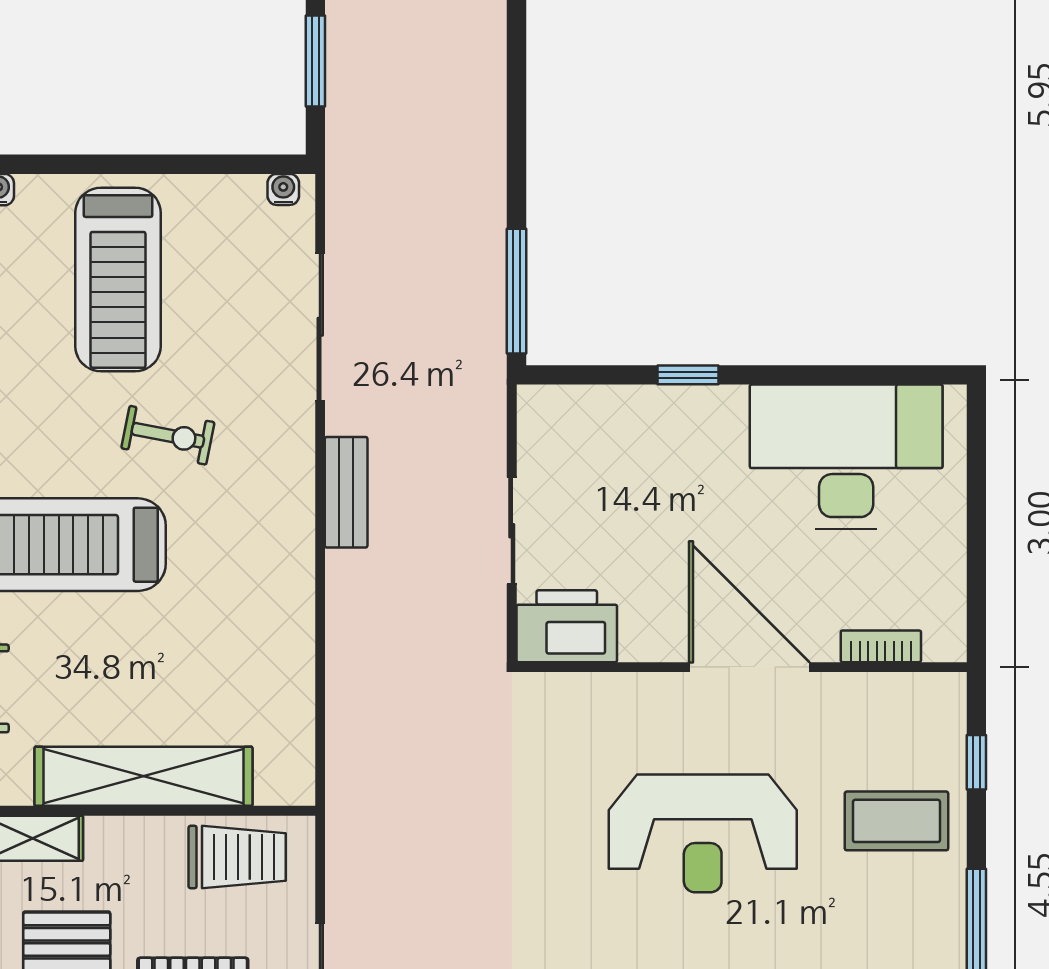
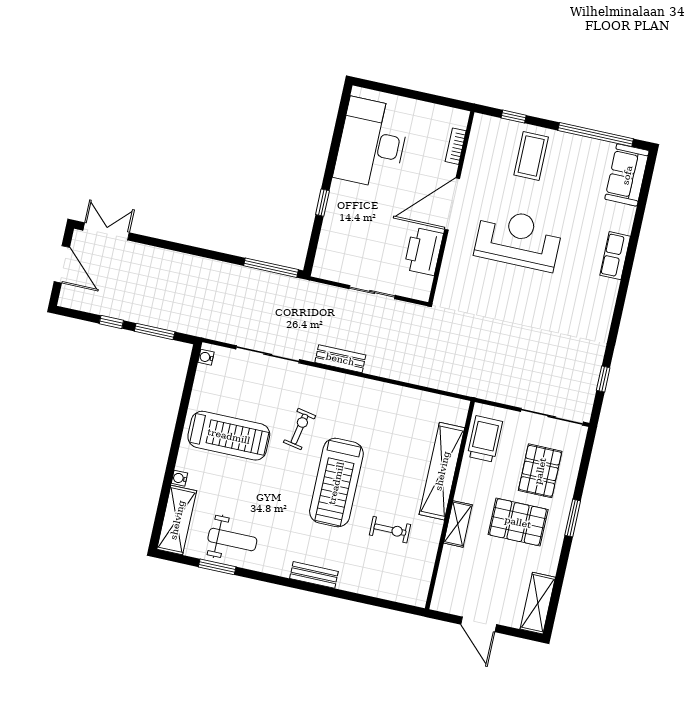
printer: (567, 626) -> (424, 251), moved
reception desk: (703, 833) -> (518, 239), turned -90

